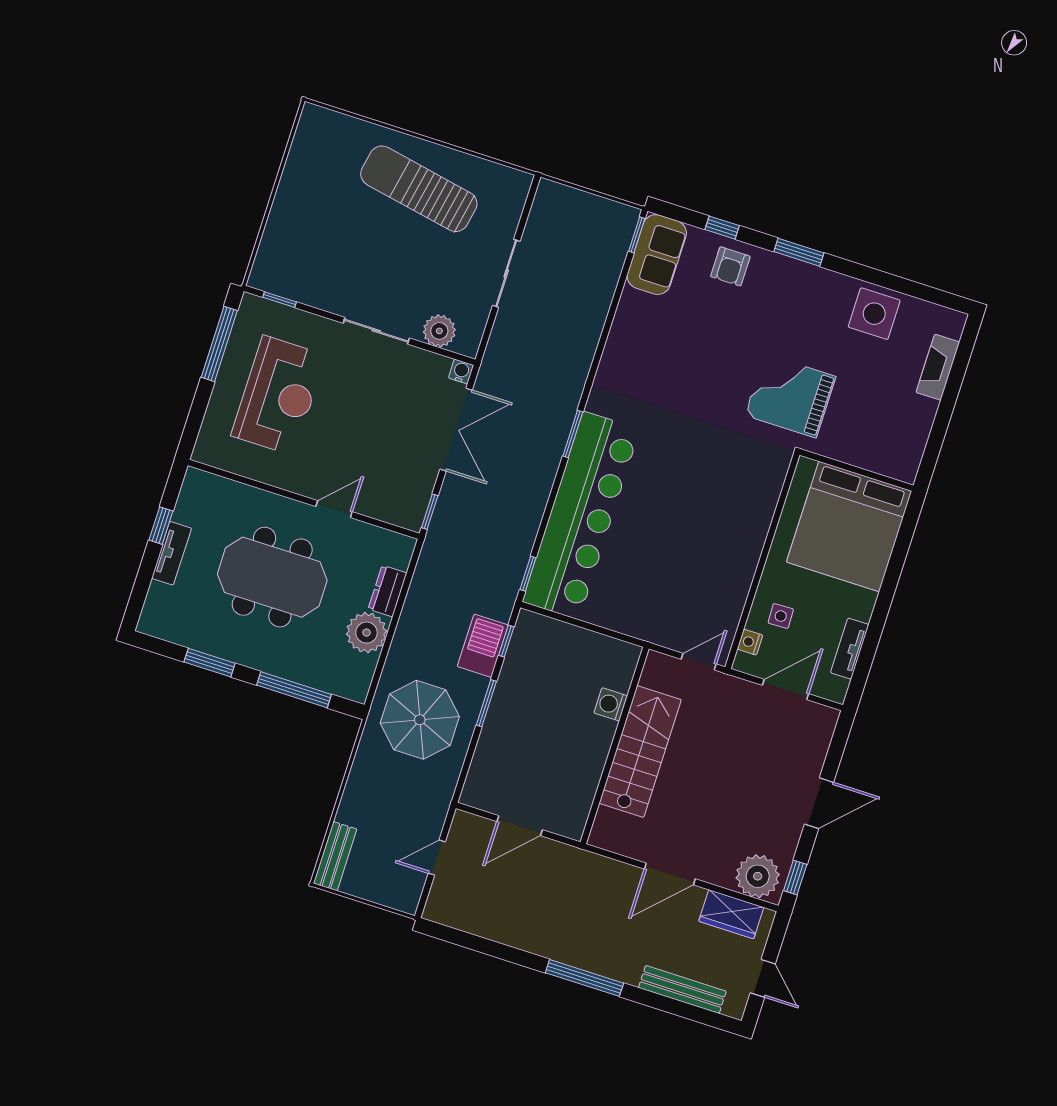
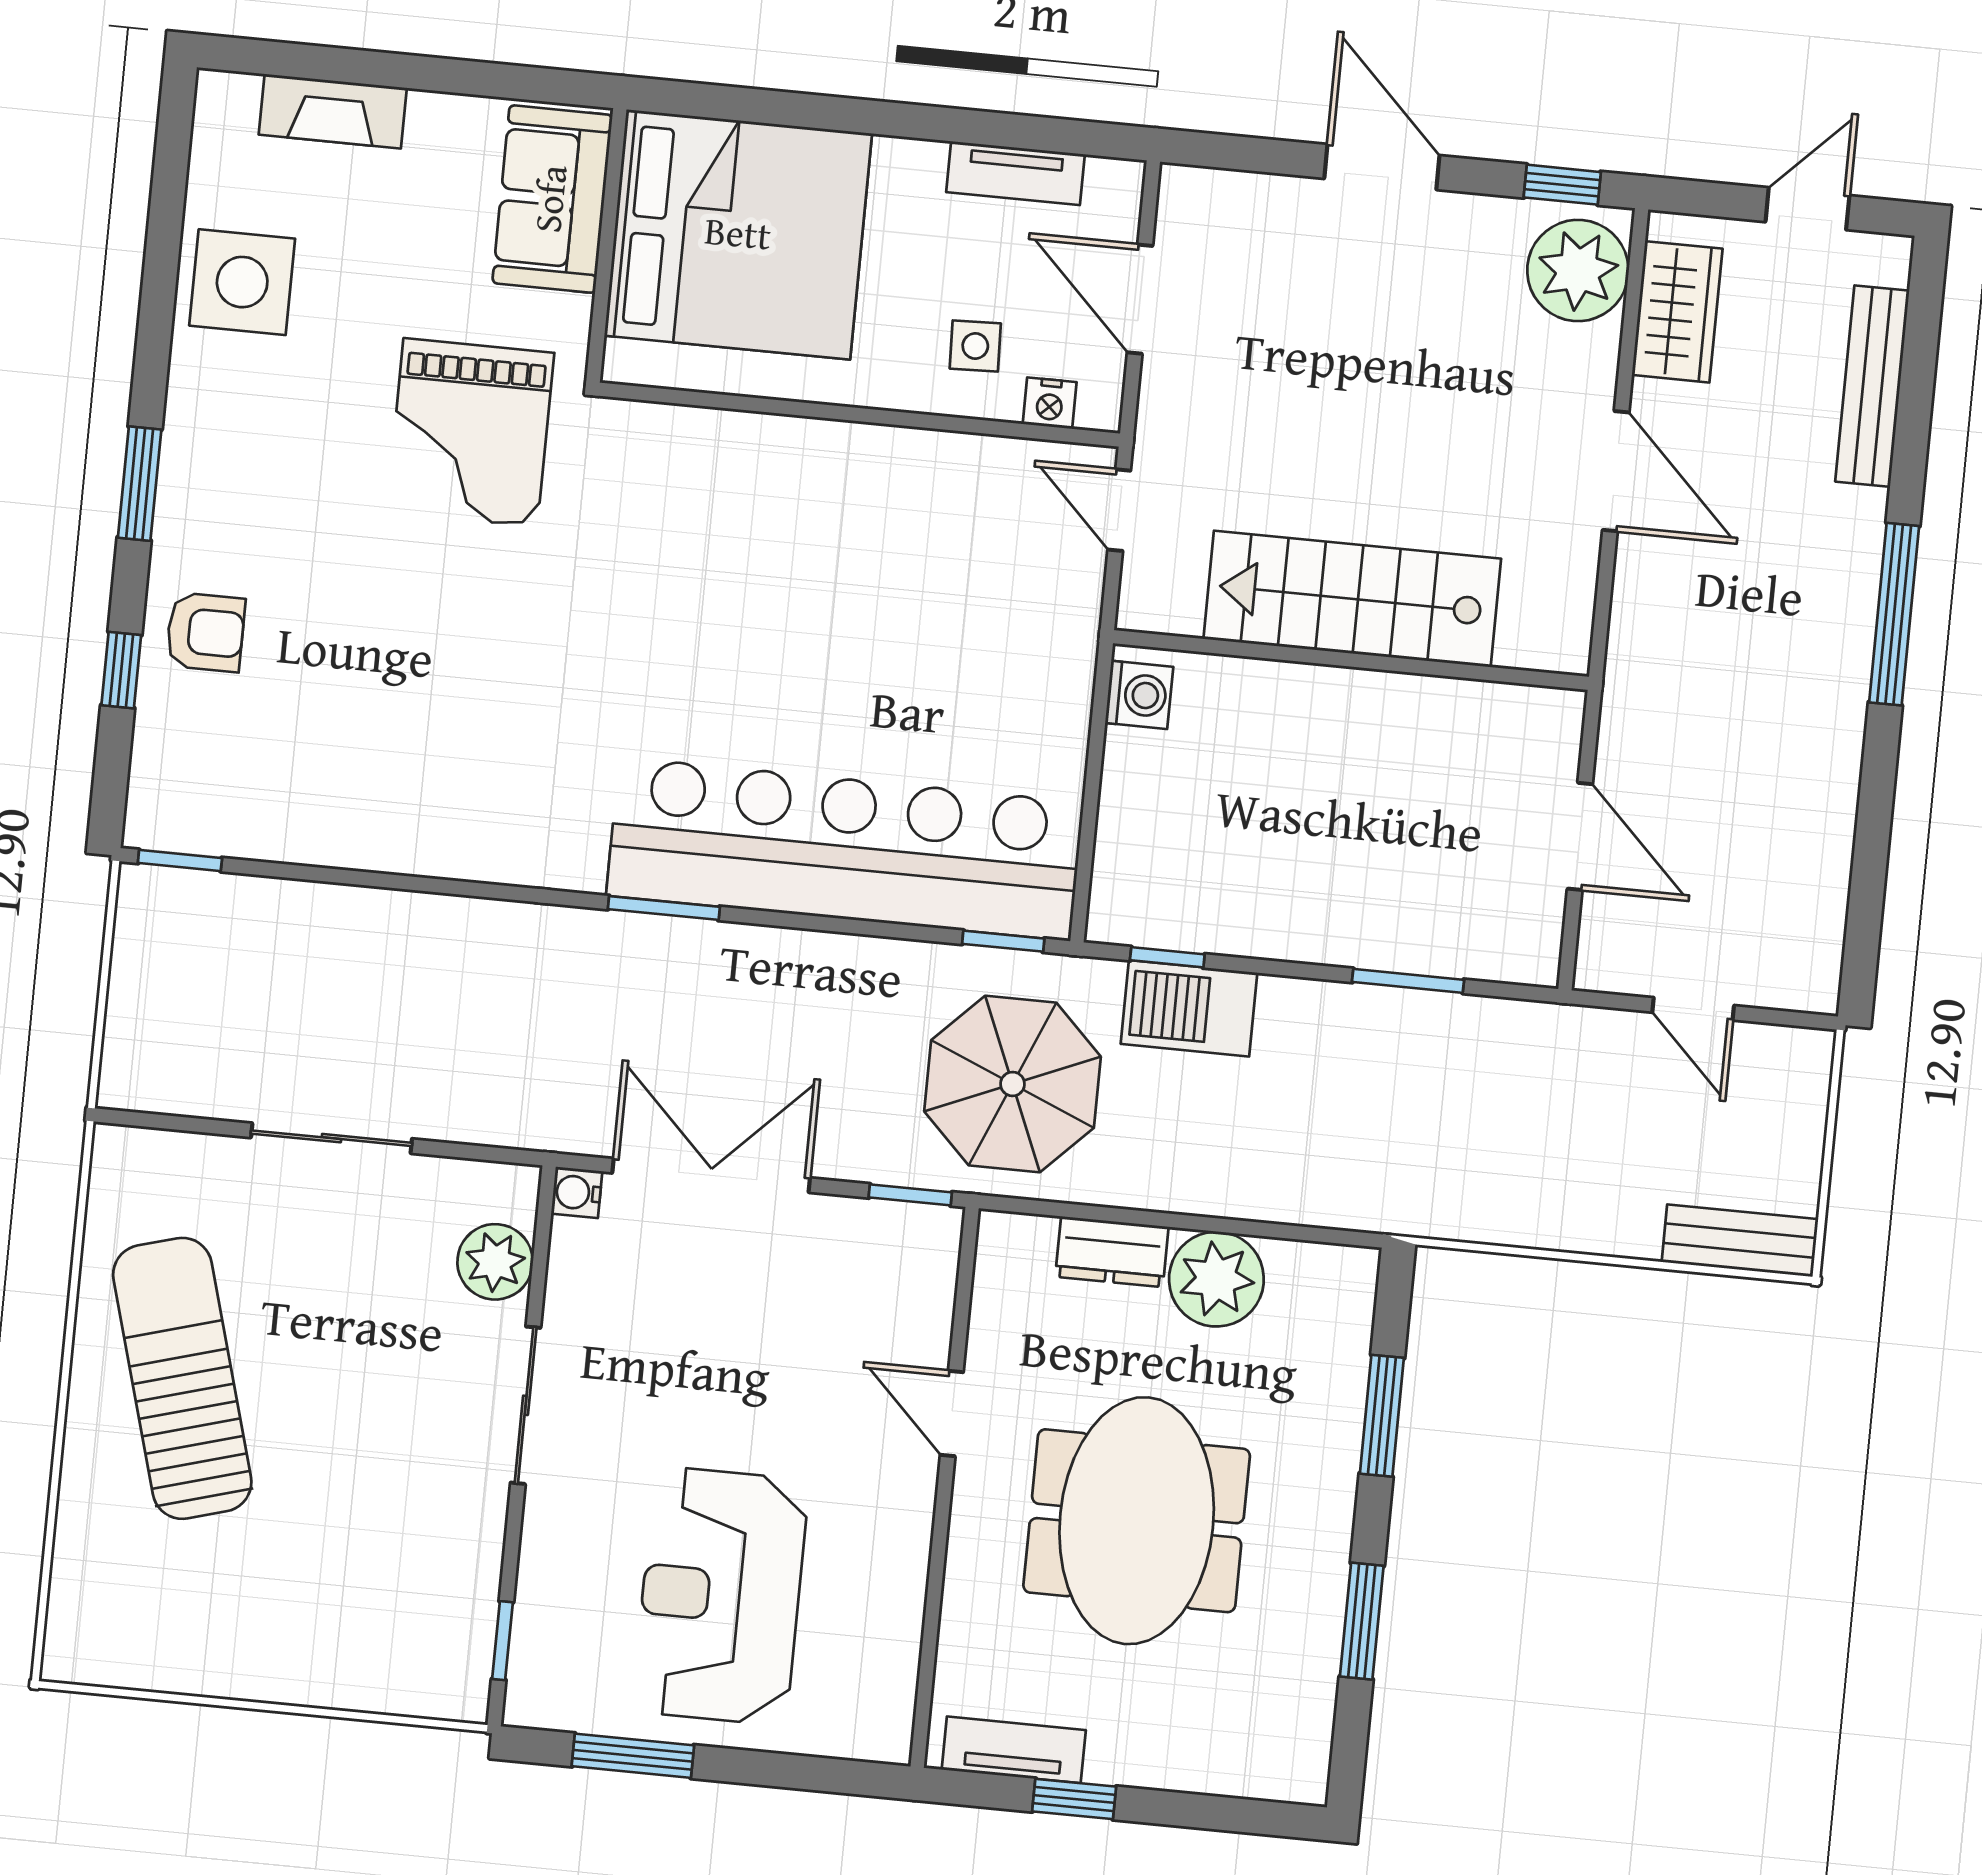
sun lounger: (419, 189) -> (182, 1378), turned 153
sofa: (657, 255) -> (552, 199), moved, turned -90
window: (219, 344) -> (633, 1756), width x0.69
reception desk: (278, 395) -> (721, 1596), turned -90
tv unit: (171, 553) -> (1014, 1750), moved
window: (294, 690) -> (1382, 1416), width x0.69
window: (486, 703) -> (1408, 981), moved
washing machine: (611, 704) -> (1139, 695), moved, turned -90
parasol: (420, 720) -> (1013, 1084), moved

